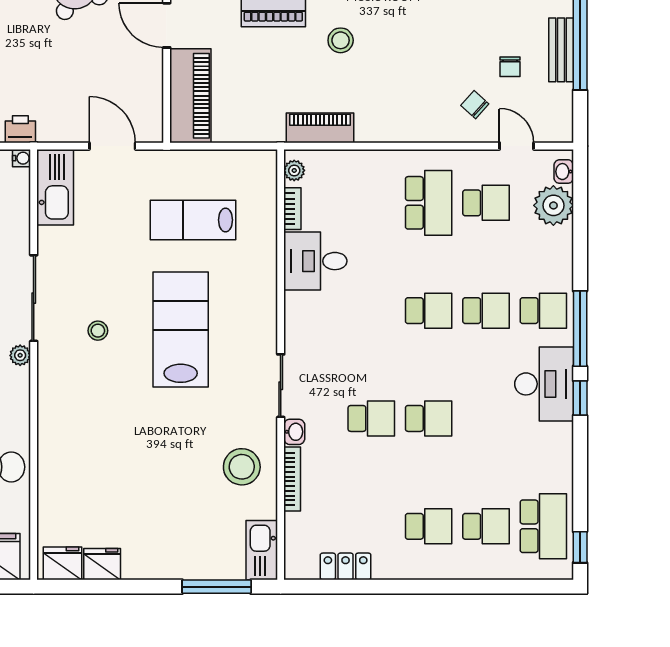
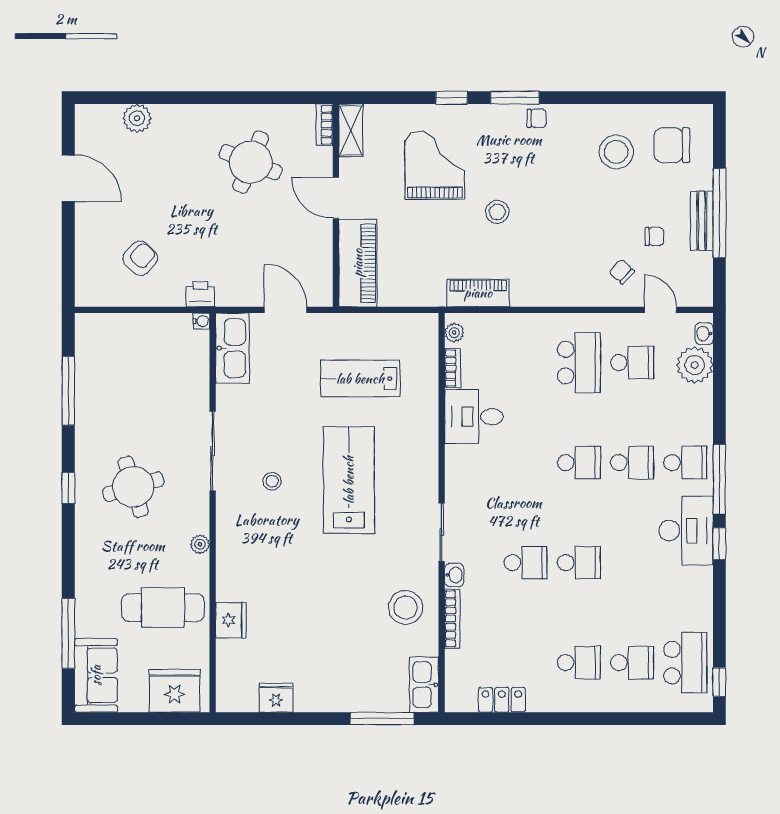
chair: (510, 67) -> (654, 236), turned -90
plant: (20, 355) -> (200, 544), moved
fridge: (63, 563) -> (231, 620), moved, turned 90

